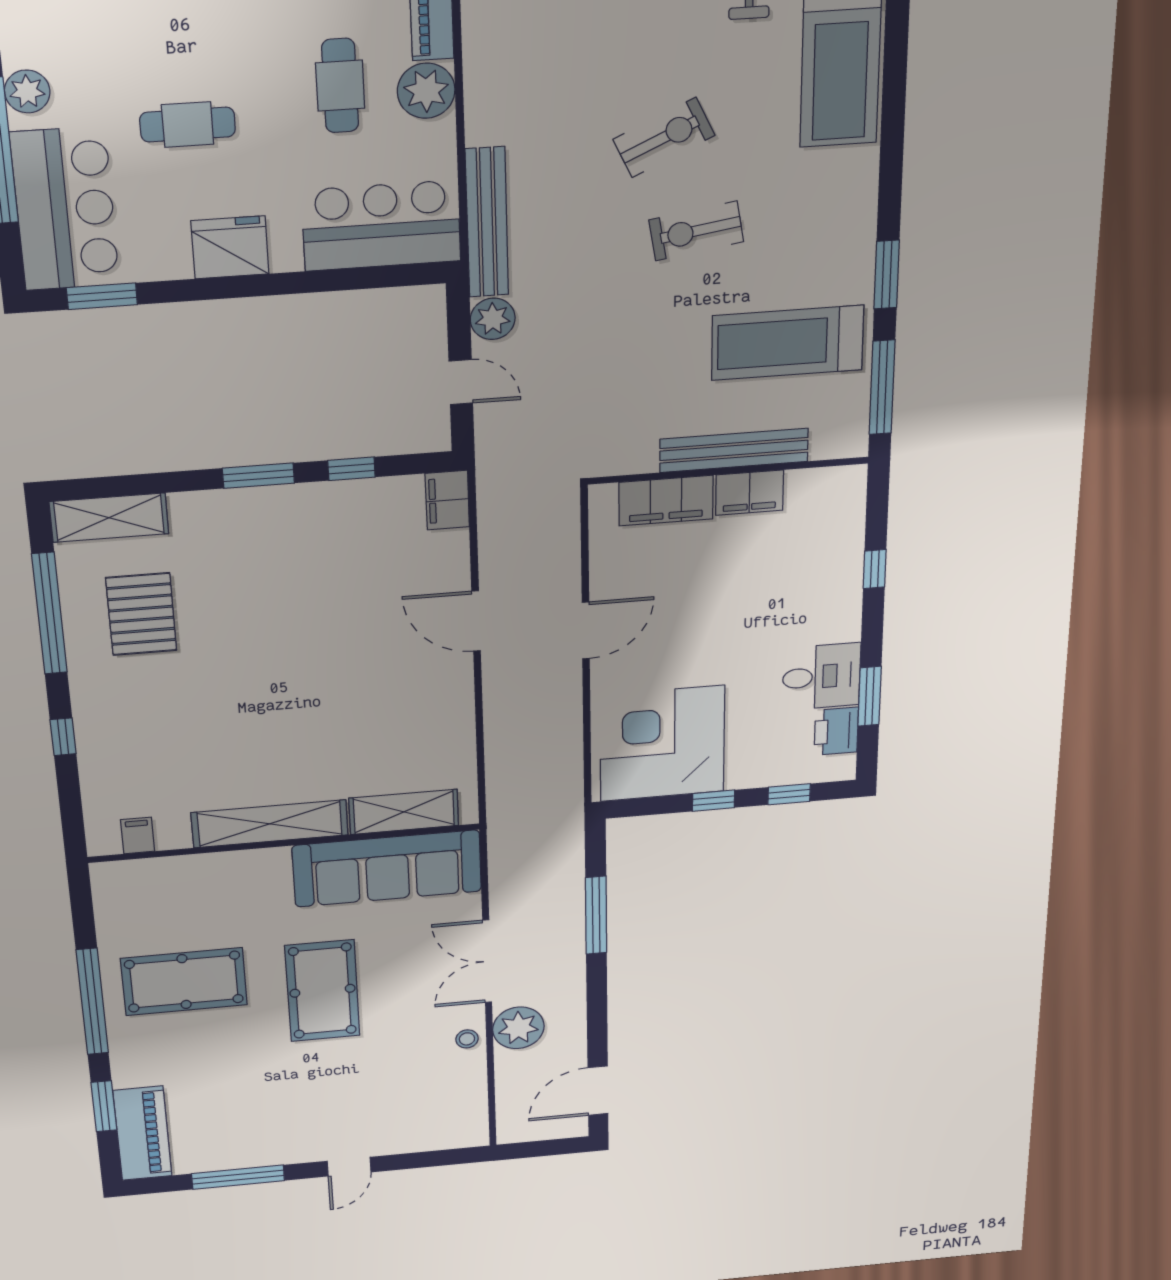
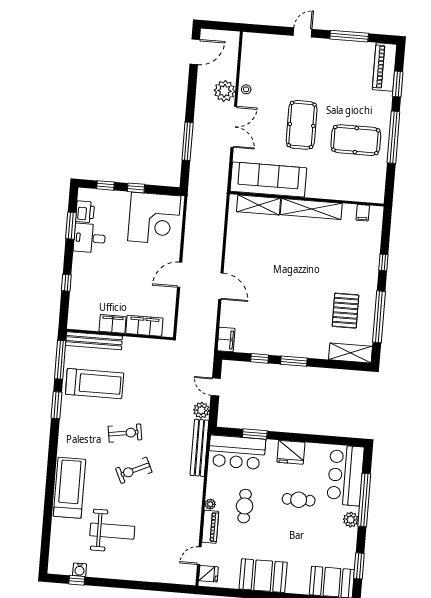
plant: (426, 91) -> (210, 504), width x0.53, depth x0.53
window: (102, 296) -> (255, 434), moved
bench: (734, 450) -> (94, 341), moved

